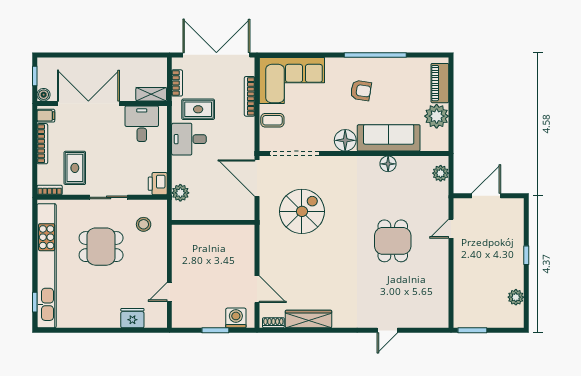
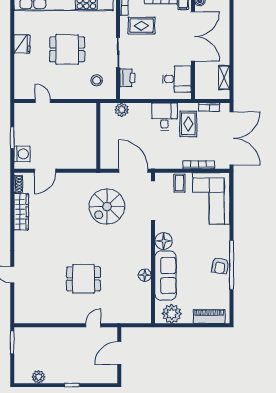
armchair: (361, 90) -> (220, 266), moved
shelving: (151, 94) -> (224, 78), moved
plant: (437, 116) -> (172, 314), moved
plant: (441, 173) -> (137, 317), removed
door: (257, 178) -> (133, 171), hinge flipped
printer: (158, 184) -> (127, 78), moved, turned 90
door: (486, 196) -> (119, 353), swing flipped
spiral stairs: (302, 211) -> (107, 207), turned 90
door: (451, 229) -> (93, 325), hinge flipped
dining table: (101, 247) -> (67, 49), moved, turned 90
fridge: (132, 318) -> (22, 44), moved

